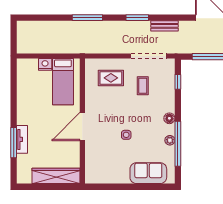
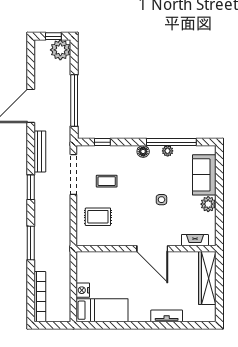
bookcase: (39, 26) -> (40, 297), added
bench: (164, 26) -> (40, 151), width x1.36
rug: (111, 78) -> (98, 217), turned 90
bed: (63, 82) -> (102, 310), moved
window: (14, 143) -> (170, 325), removed
fireplace: (90, 165) -> (195, 240), added
plant: (122, 177) -> (208, 204), added

